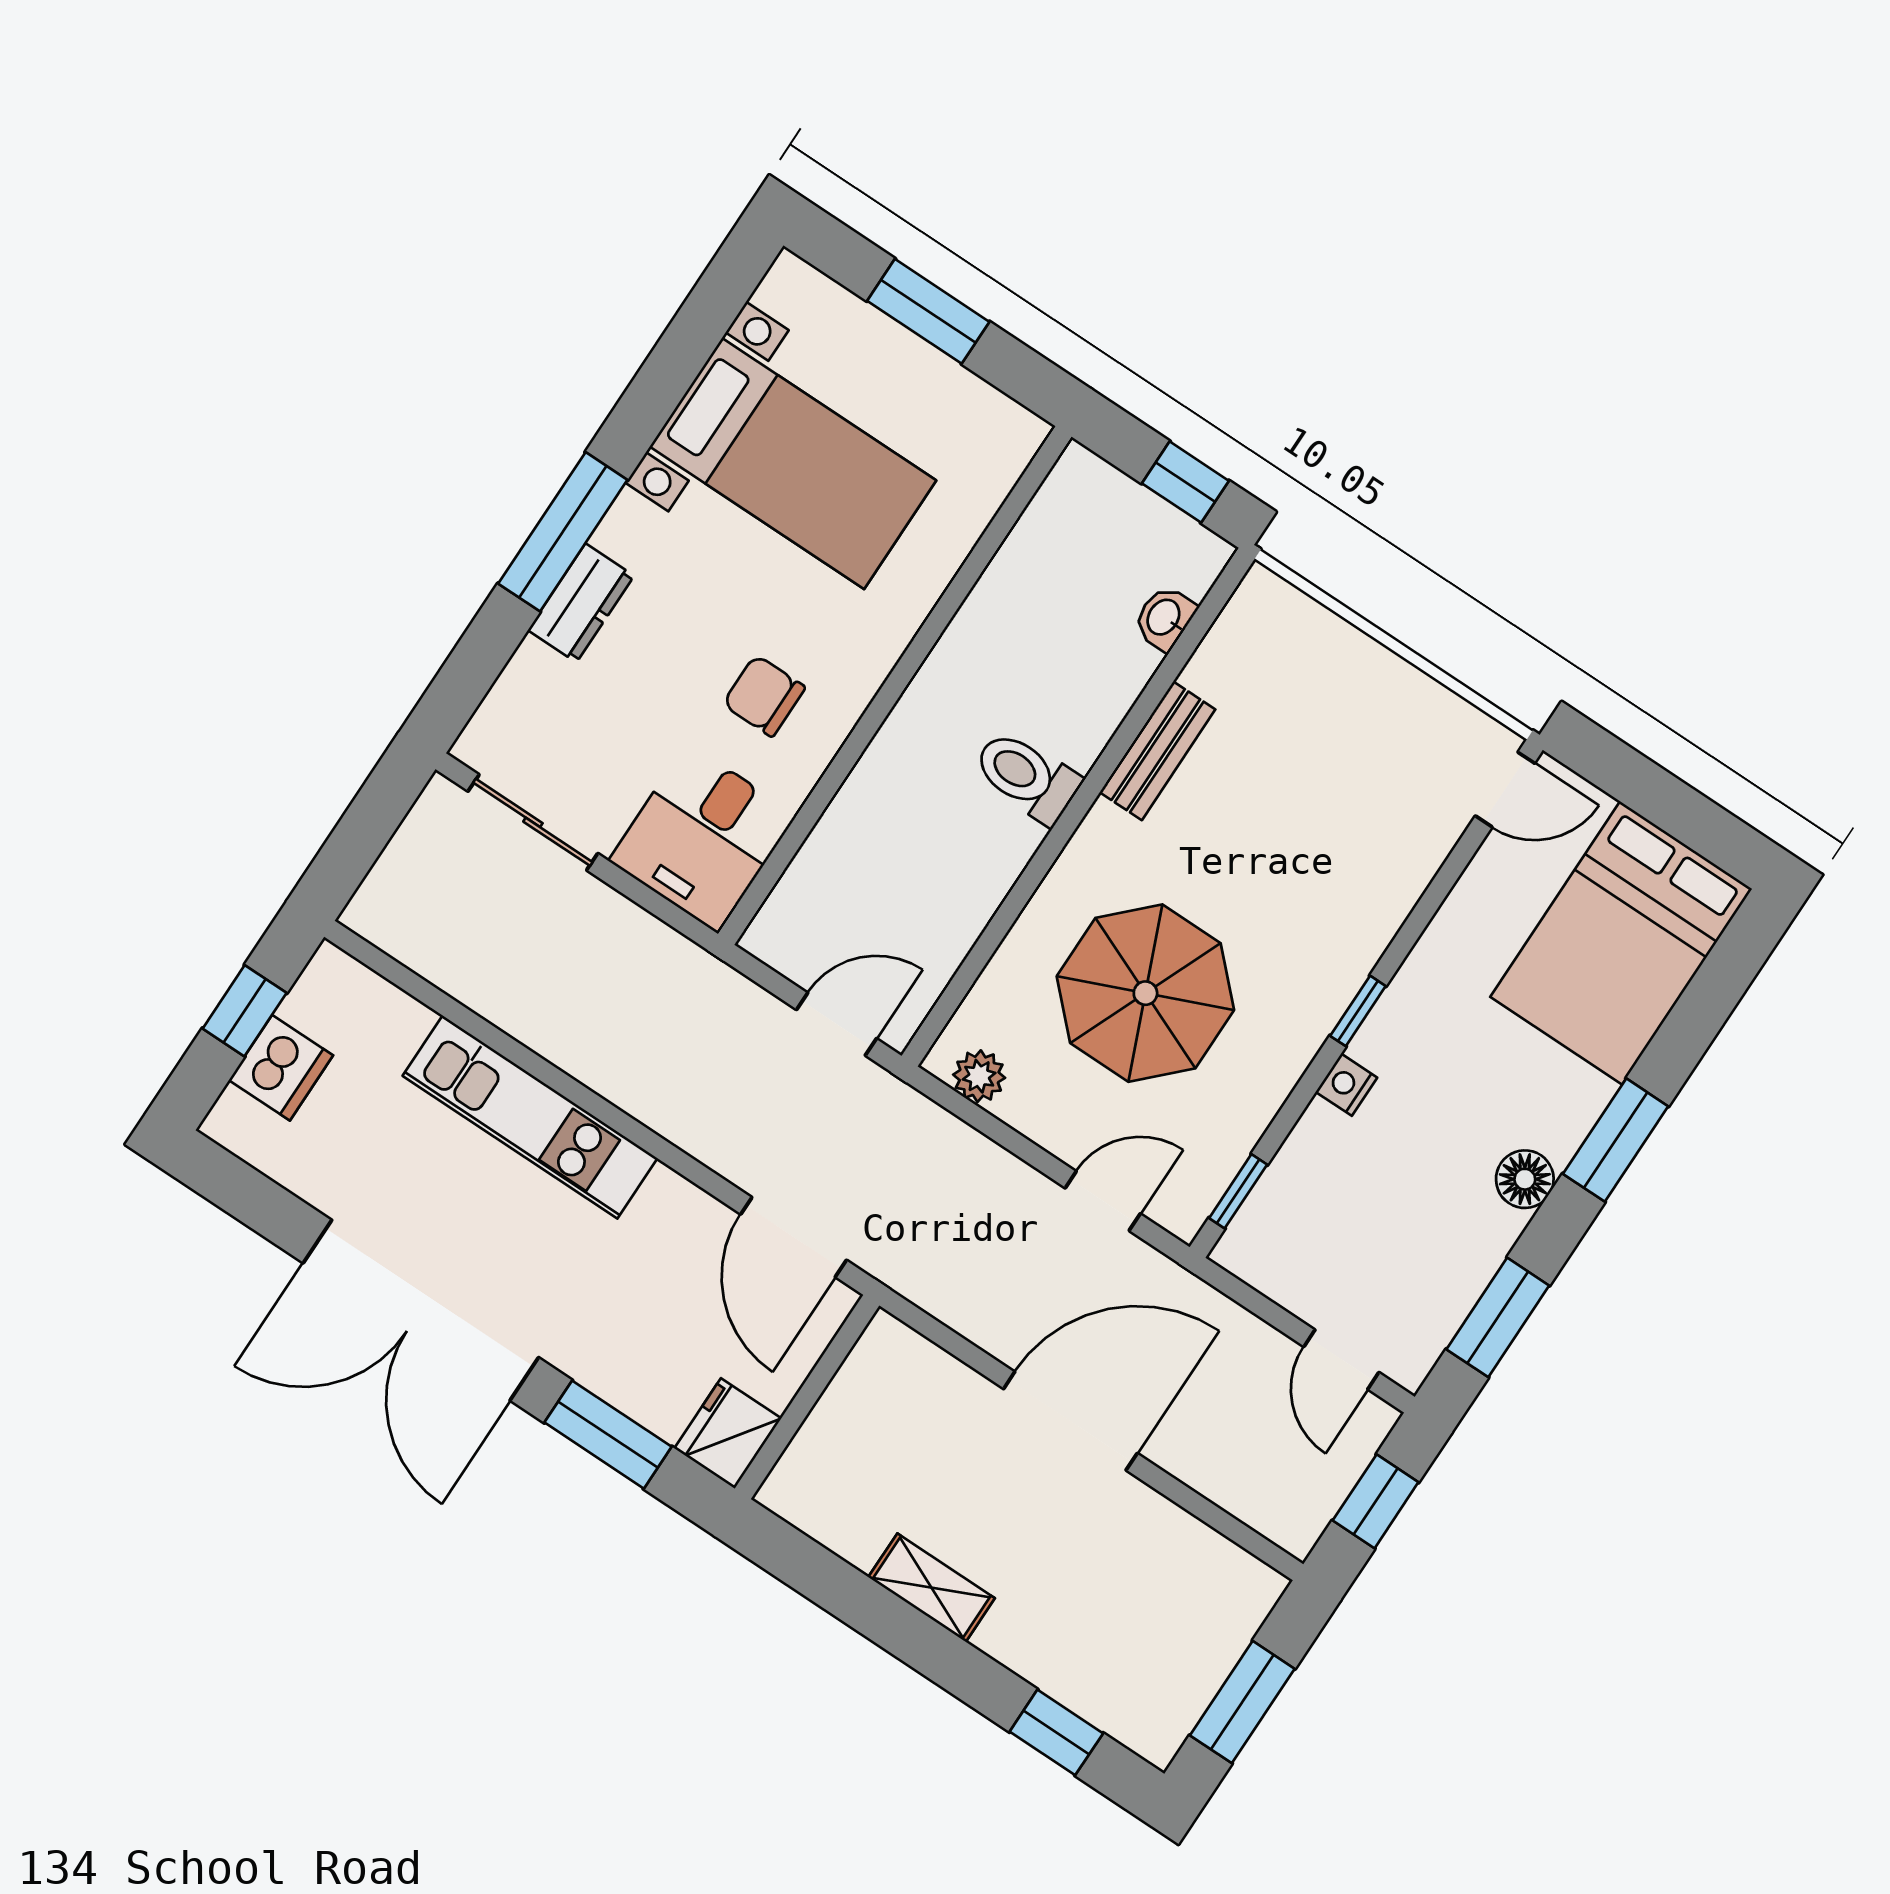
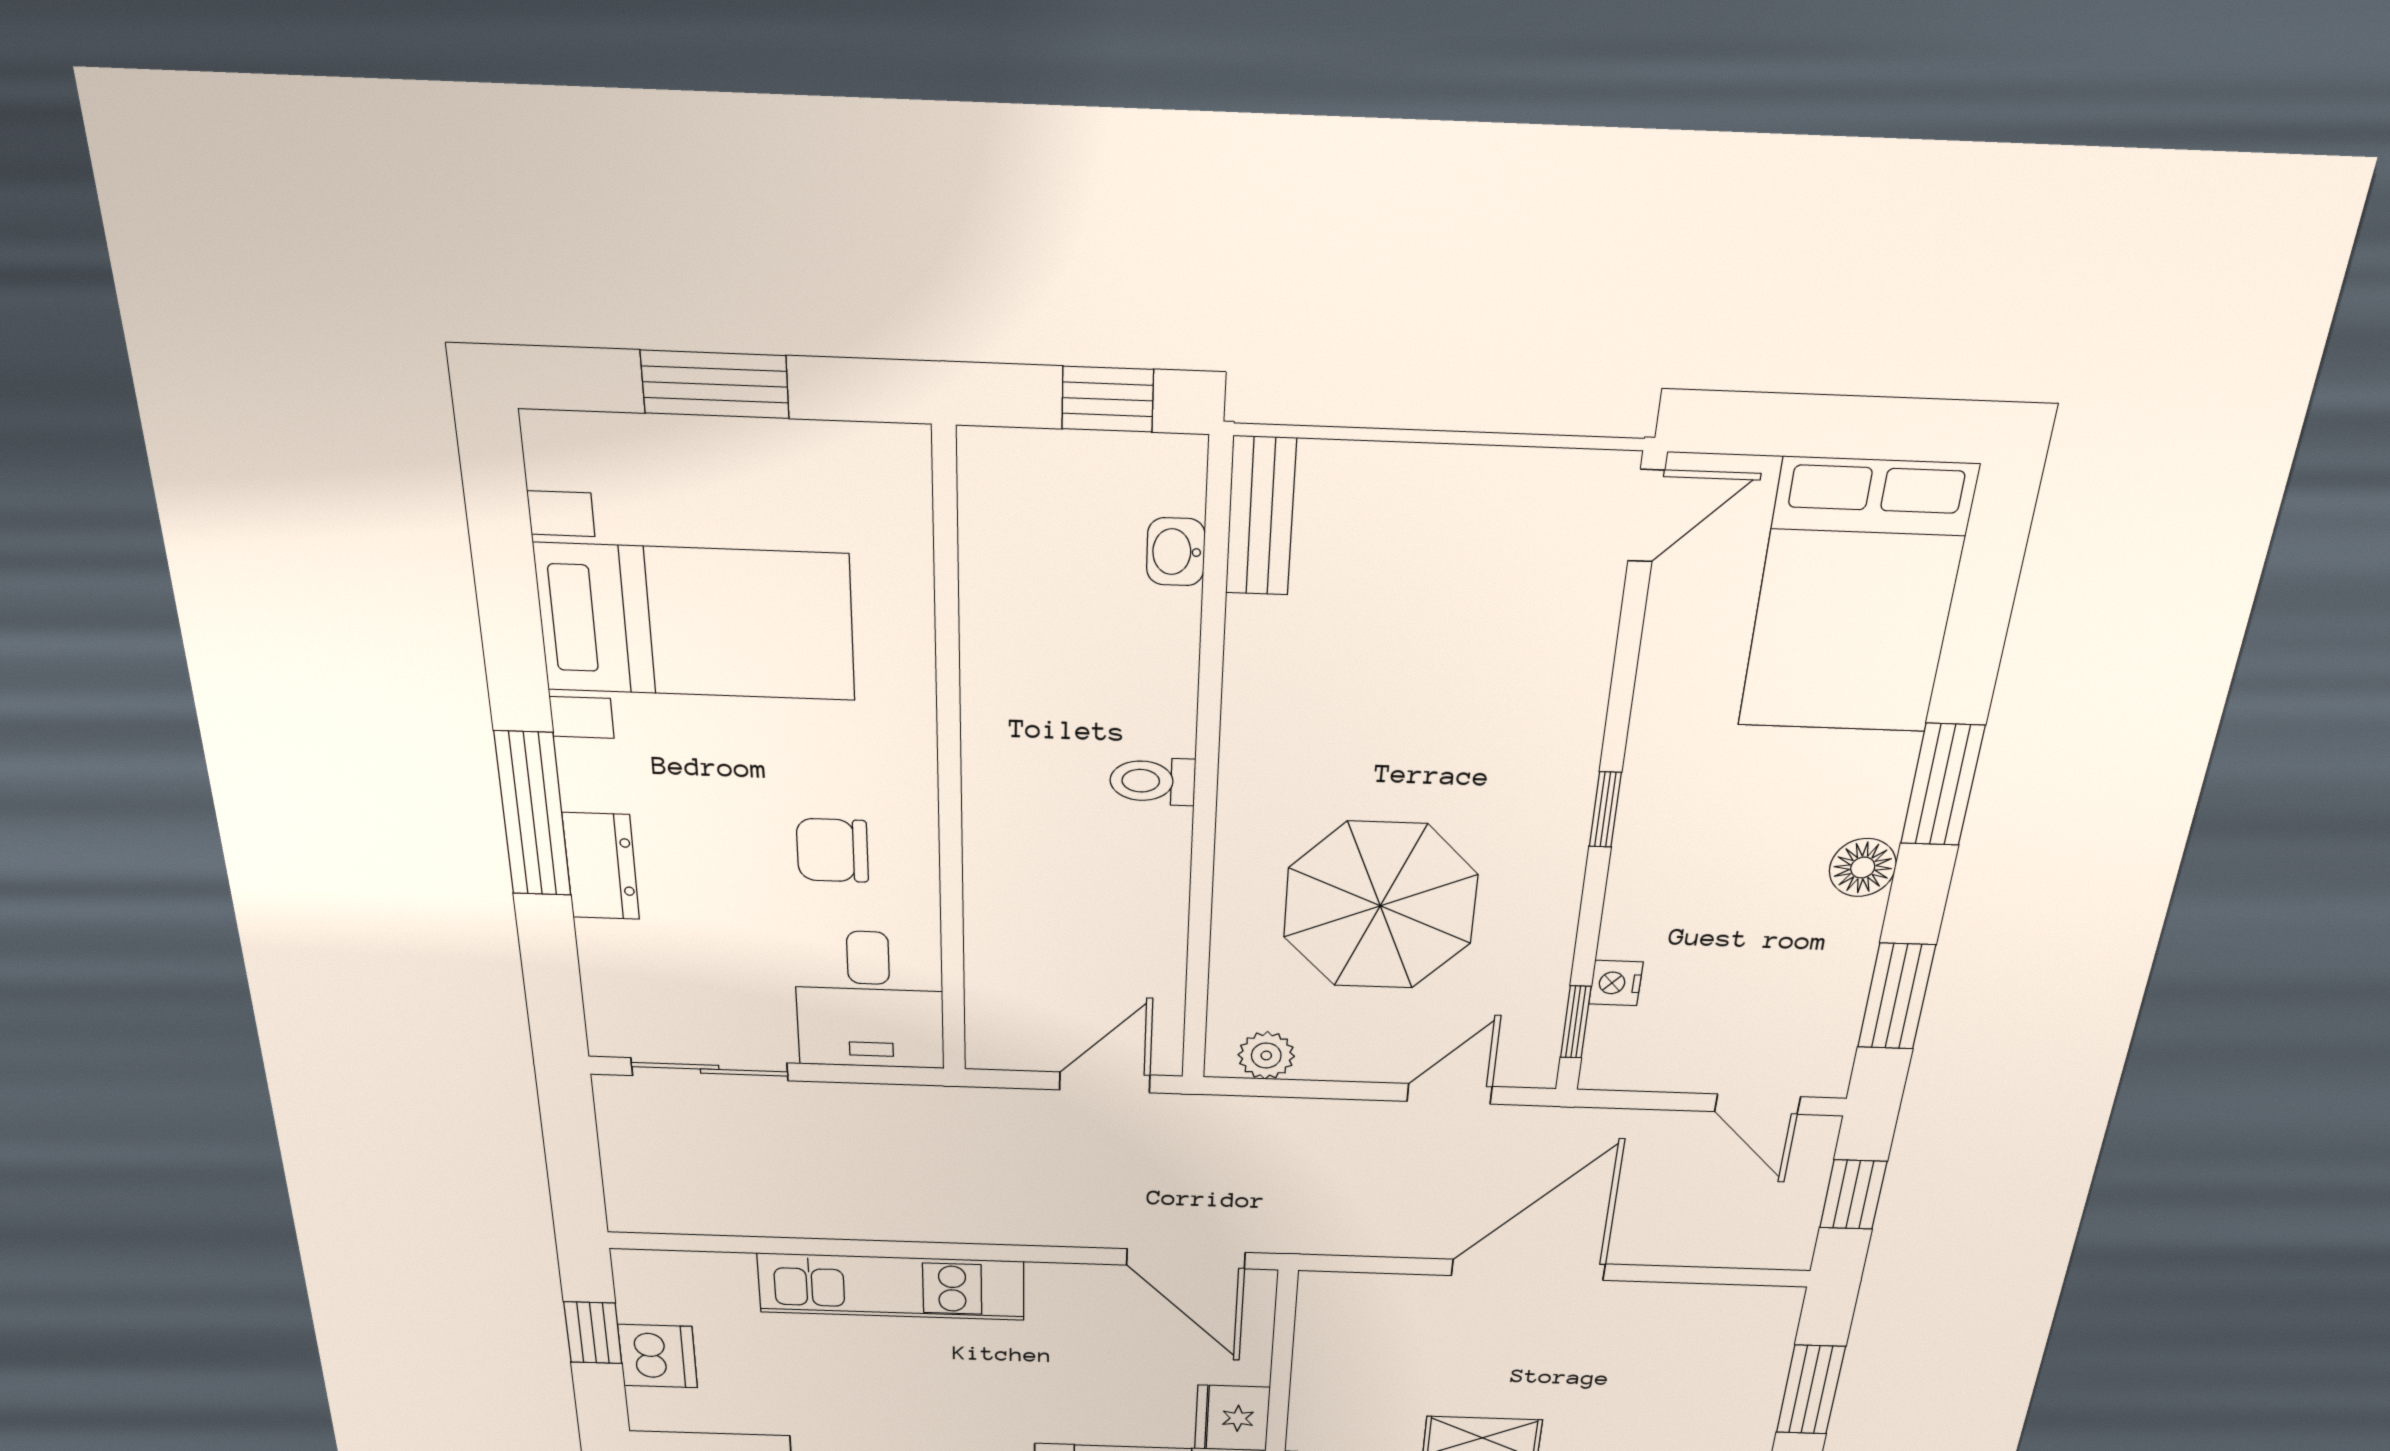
bench: (1157, 751) -> (1261, 516), moved
toilet: (1027, 777) -> (1153, 781), width x0.73, depth x0.72
nightstand: (1346, 1085) -> (1616, 983), moved

